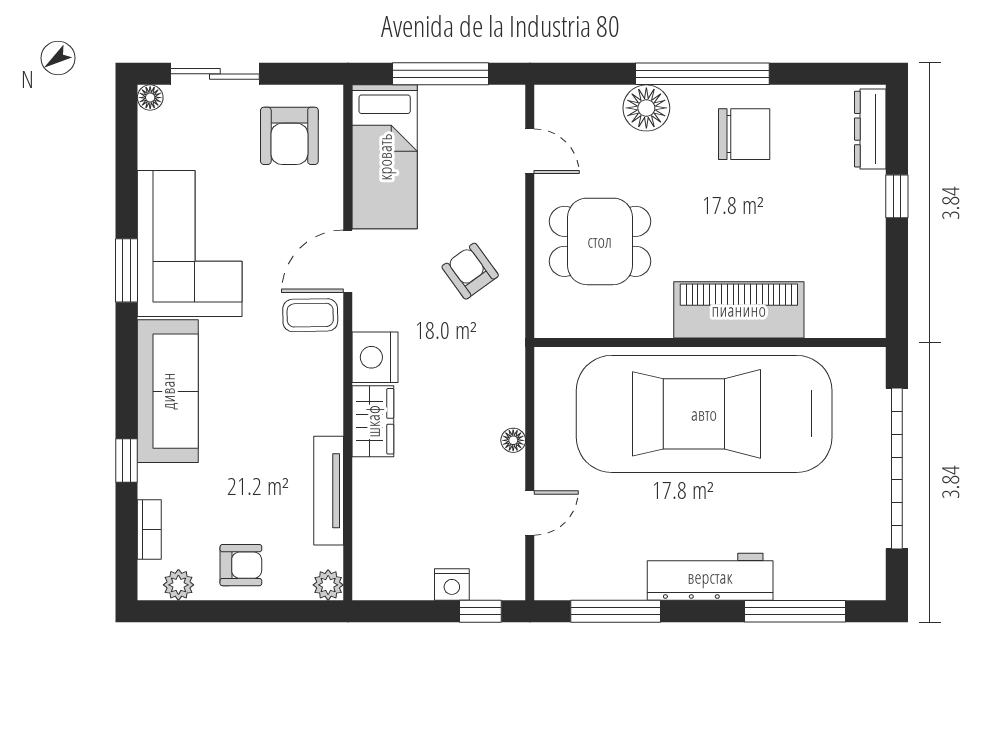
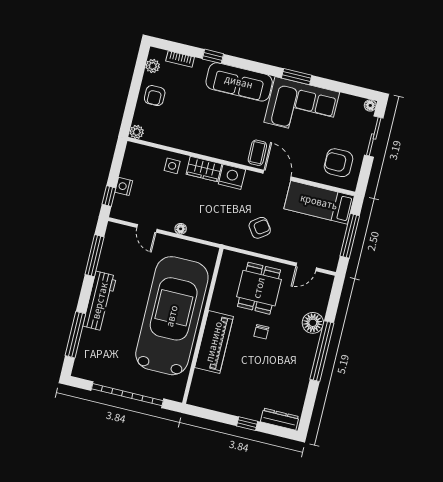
chair: (744, 134) -> (261, 332), moved, width x0.54, depth x0.54
tv unit: (329, 491) -> (178, 142), removed
side table: (383, 491) -> (172, 166), added

